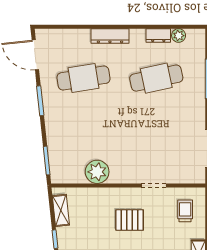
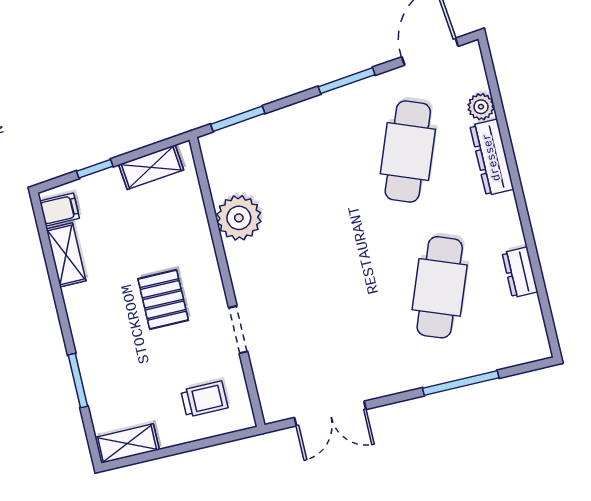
dresser: (110, 36) -> (492, 157), moved
plant: (179, 36) -> (481, 107), moved
cafe table: (83, 78) -> (408, 151), turned 30
cafe table: (156, 78) -> (440, 287), turned 33

